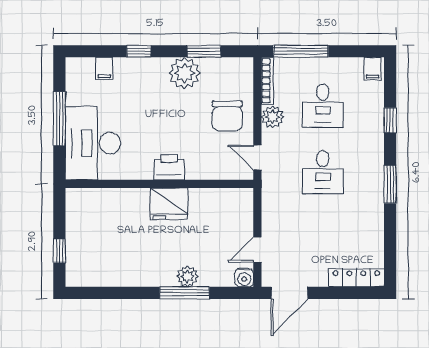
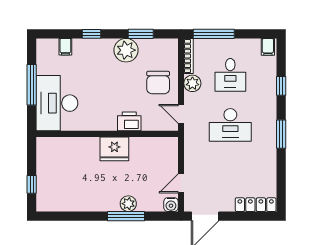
printer: (169, 167) -> (129, 121), moved
desk: (323, 172) -> (230, 125), width x1.37

